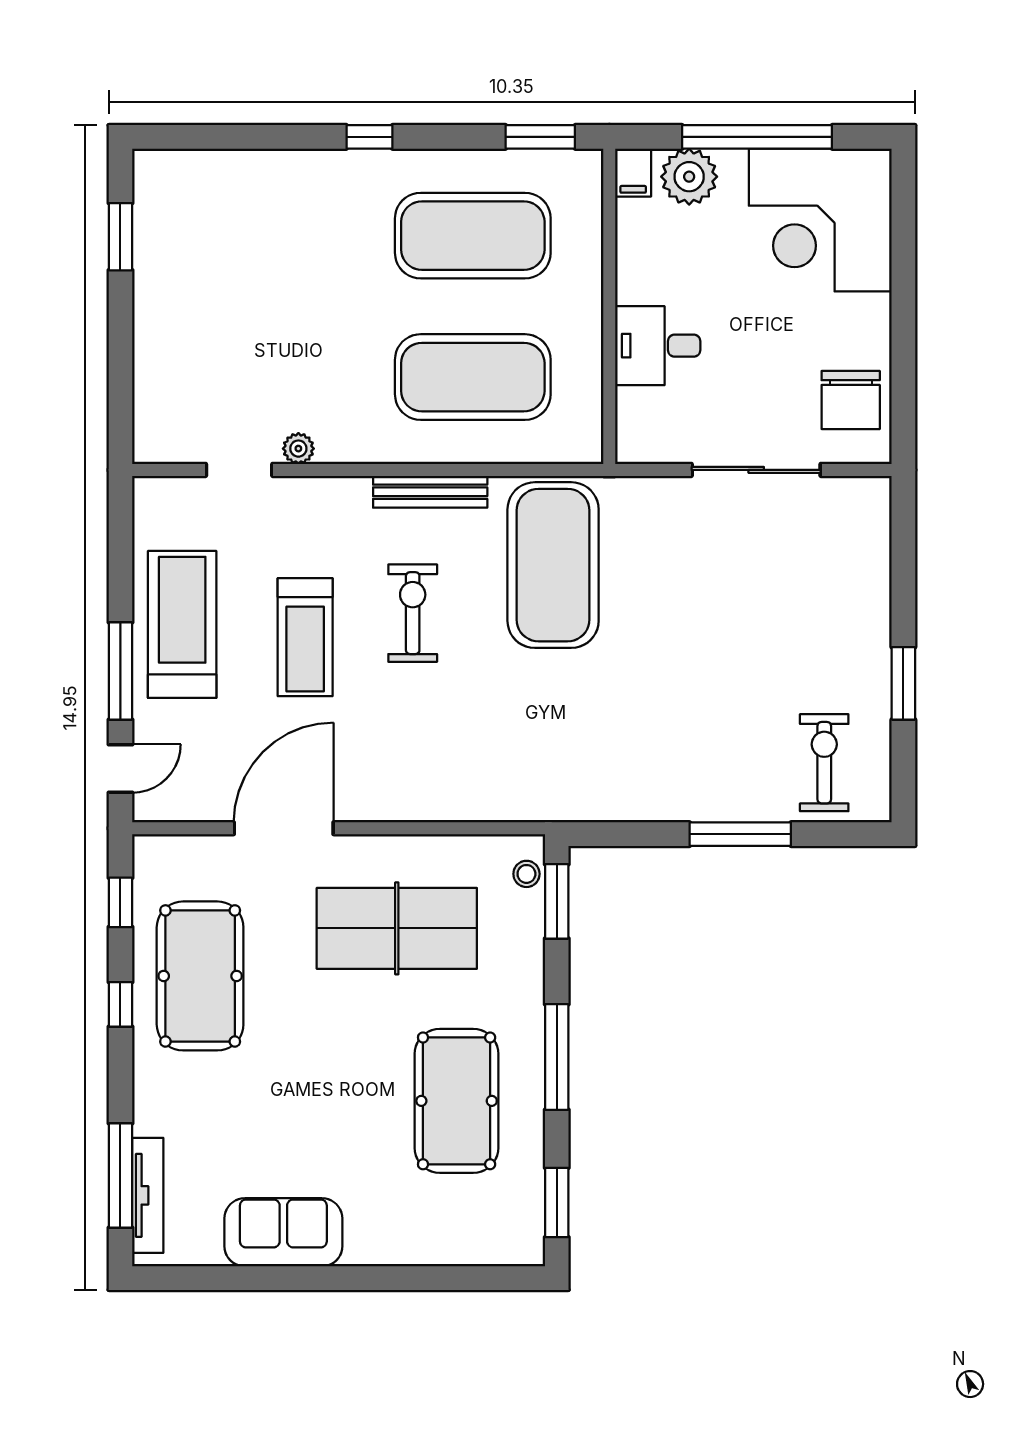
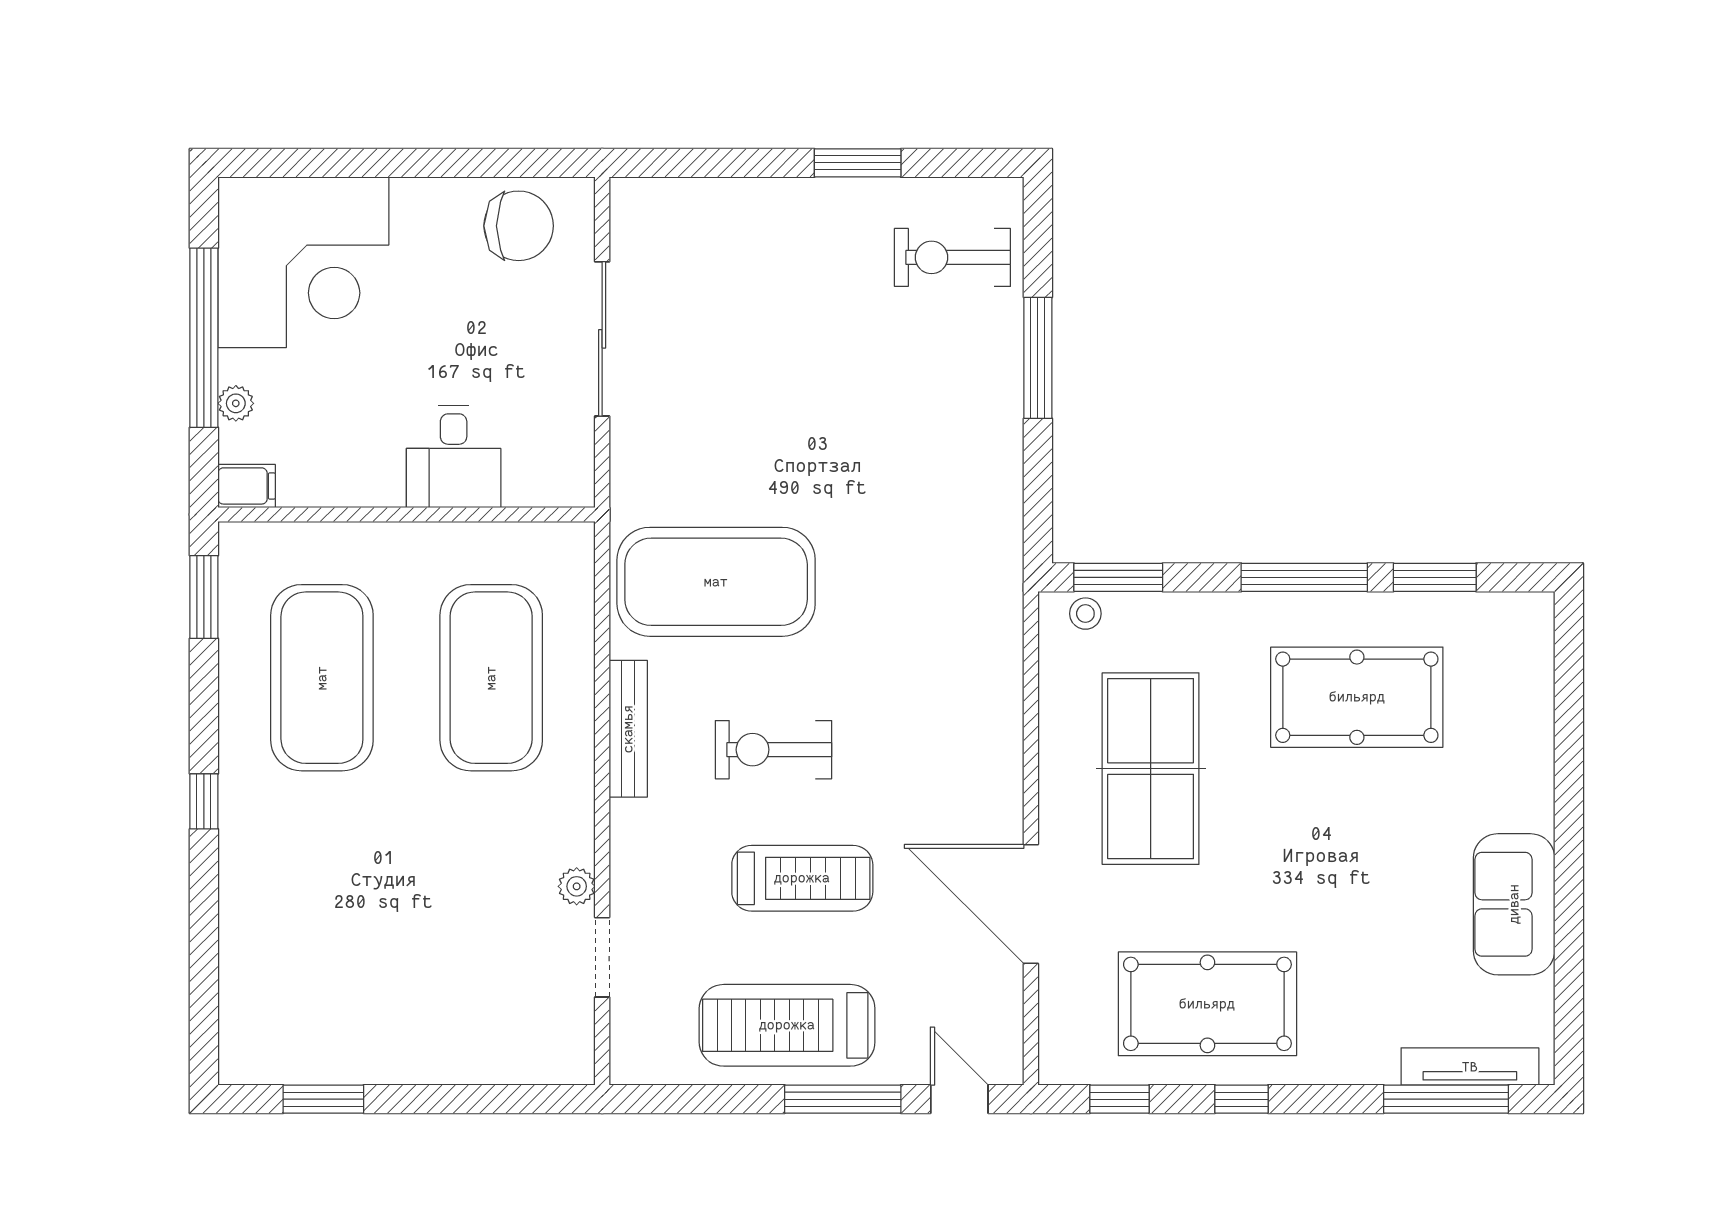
plant: (689, 177) -> (236, 403), width x0.53, depth x0.53
window: (557, 1203) -> (1435, 577), moved

